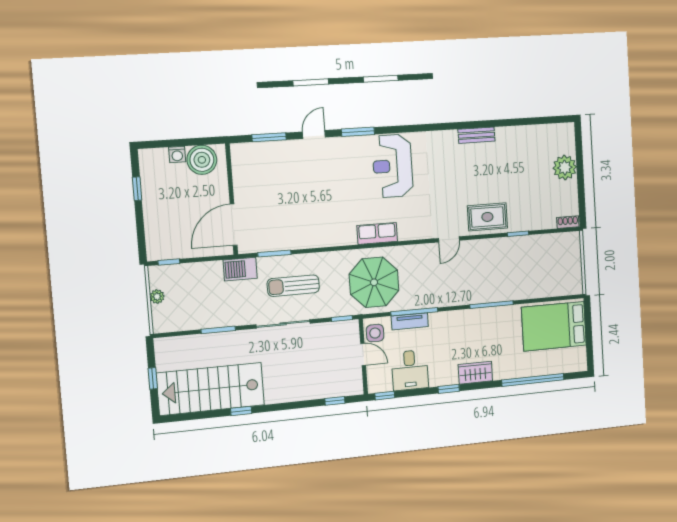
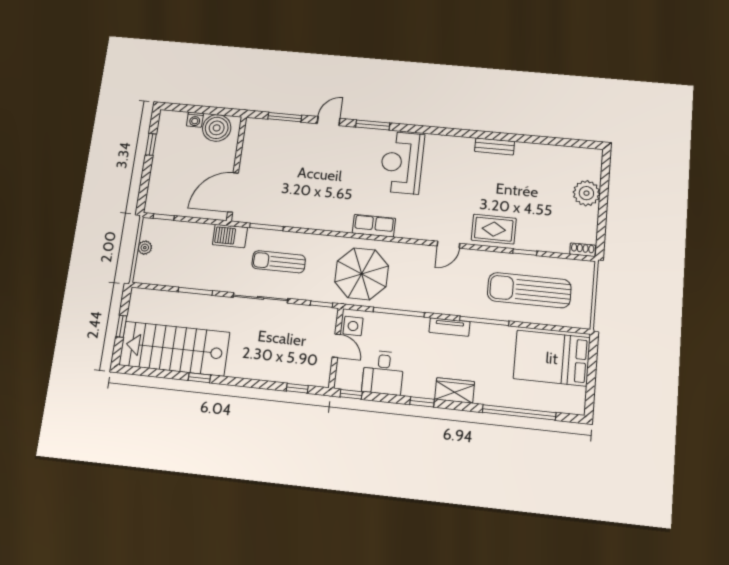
sun lounger: (527, 269) -> (529, 290), added
tv unit: (410, 321) -> (450, 327), moved

